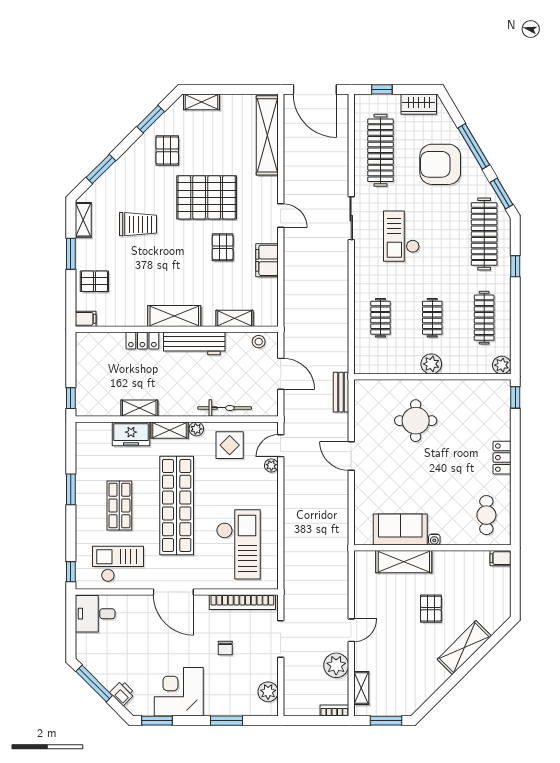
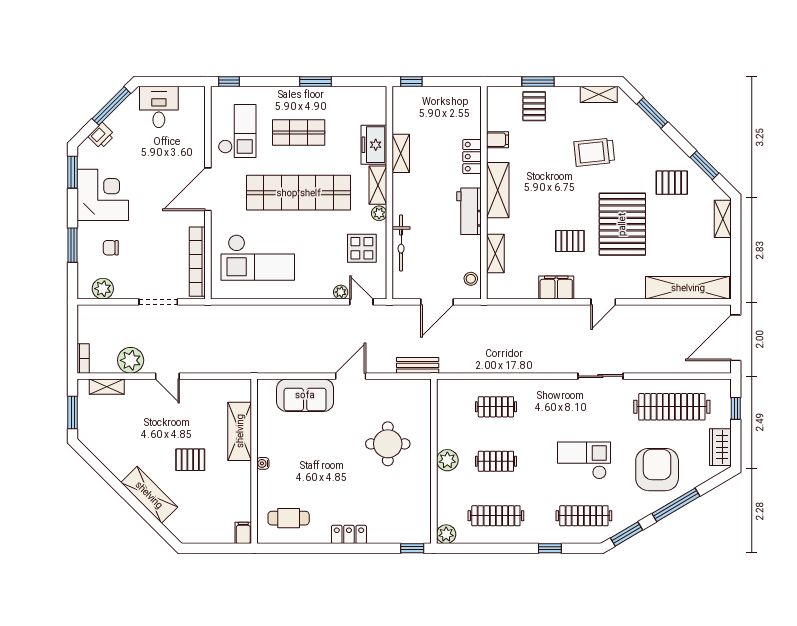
trolley: (138, 224) -> (594, 152), turned 84
clothes rail: (484, 234) -> (584, 516), width x0.73, depth x0.76
checkout: (401, 236) -> (584, 460), moved
window: (71, 254) -> (538, 81), moved
filing cabinet: (86, 319) -> (497, 140), moved, turned -90
workbench: (194, 343) -> (469, 211), width x0.73
sofa: (400, 530) -> (305, 395), moved, turned 90
desk: (95, 614) -> (159, 107), moved
chair: (225, 648) -> (111, 248), moved

